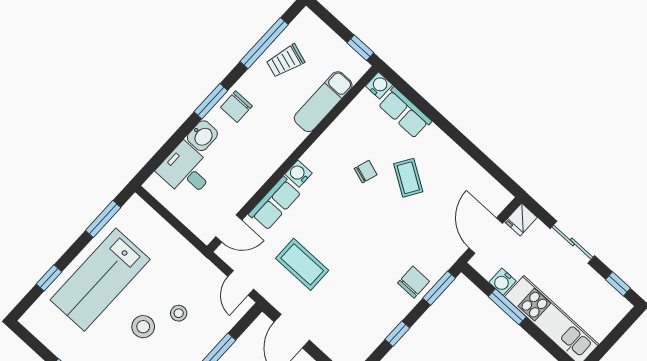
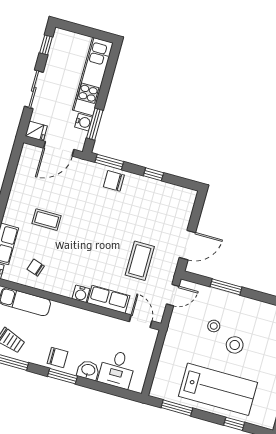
chair: (366, 172) -> (36, 268), moved
coffee table: (408, 178) -> (47, 220), turned 58
window: (507, 307) -> (95, 124), moved

